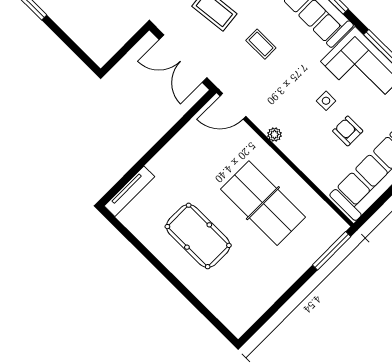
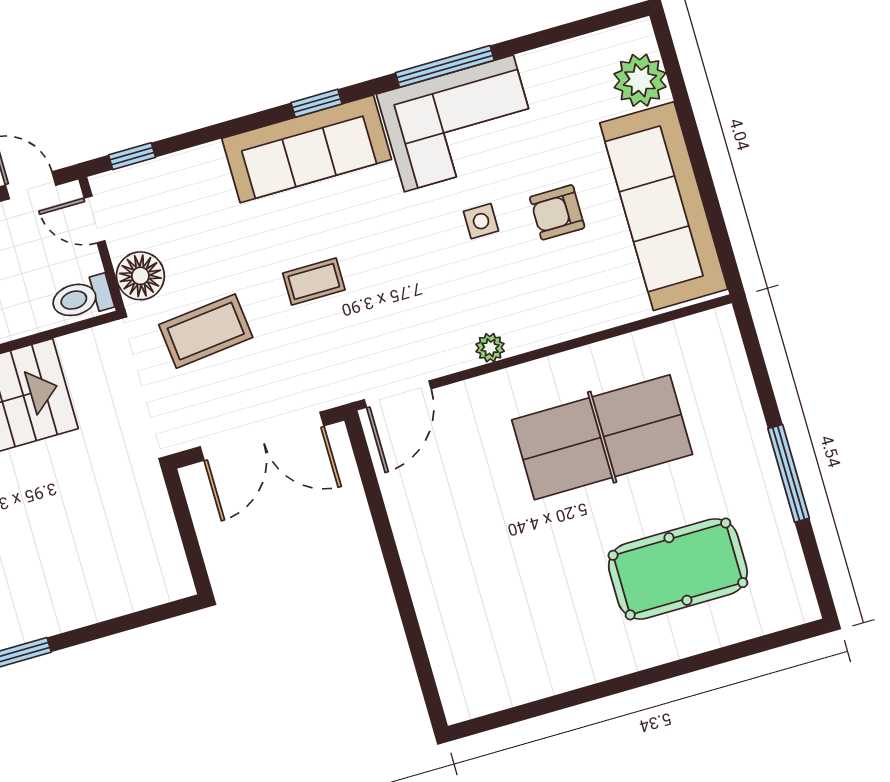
tv unit: (129, 191) -> (447, 666), removed
pool table: (198, 236) -> (678, 569), moved
window: (332, 251) -> (789, 473), moved

